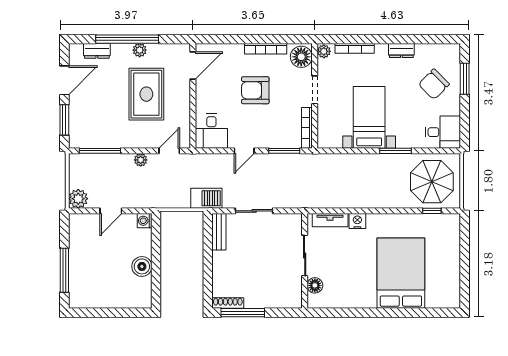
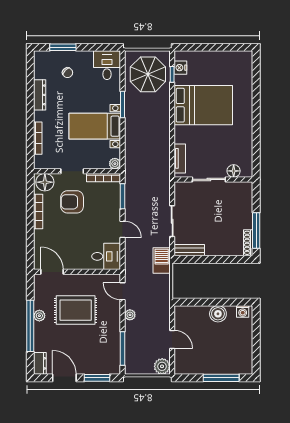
dresser: (401, 50) -> (40, 95), width x1.44
dresser: (97, 51) -> (40, 363), moved
plant: (324, 51) -> (115, 164), moved
chair: (434, 84) -> (68, 73), width x0.54, depth x0.54
armchair: (255, 90) -> (72, 202), moved, turned 90
washing machine: (145, 221) -> (243, 311), moved
nightstand: (357, 221) -> (180, 68), moved
bed: (401, 273) -> (203, 105), moved, turned 180

